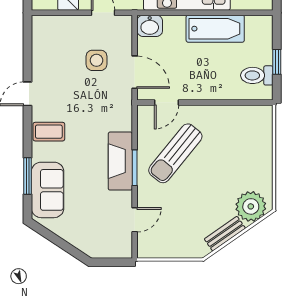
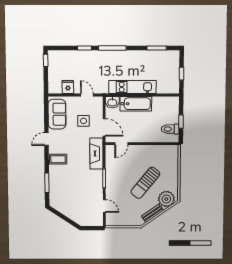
bathtub: (215, 29) -> (136, 104), moved
sun lounger: (175, 153) -> (145, 183), moved
fireplace: (120, 161) -> (96, 154), moved
sofa: (48, 190) -> (57, 114), moved
door: (135, 220) -> (104, 206), hinge flipped

